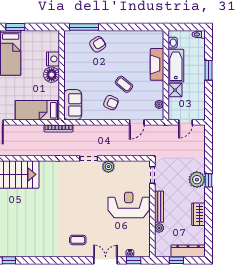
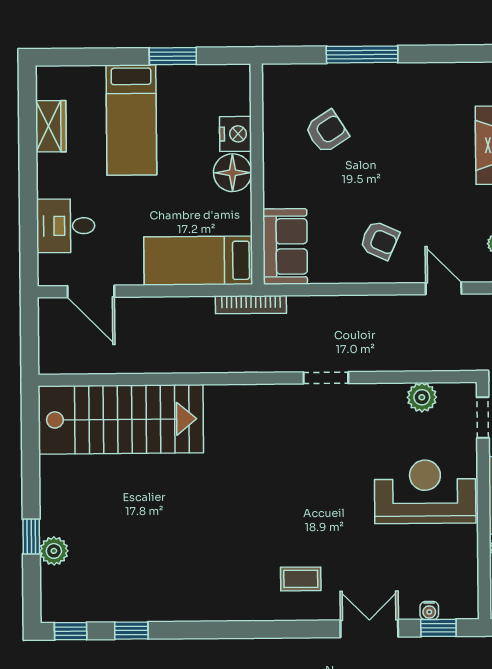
window: (15, 27) -> (173, 56), moved
window: (84, 27) -> (362, 54), moved
armchair: (98, 44) -> (327, 132), moved
coffee table: (124, 84) -> (411, 195), removed
door: (137, 122) -> (444, 288), swing flipped
plant: (108, 167) -> (422, 397), moved

